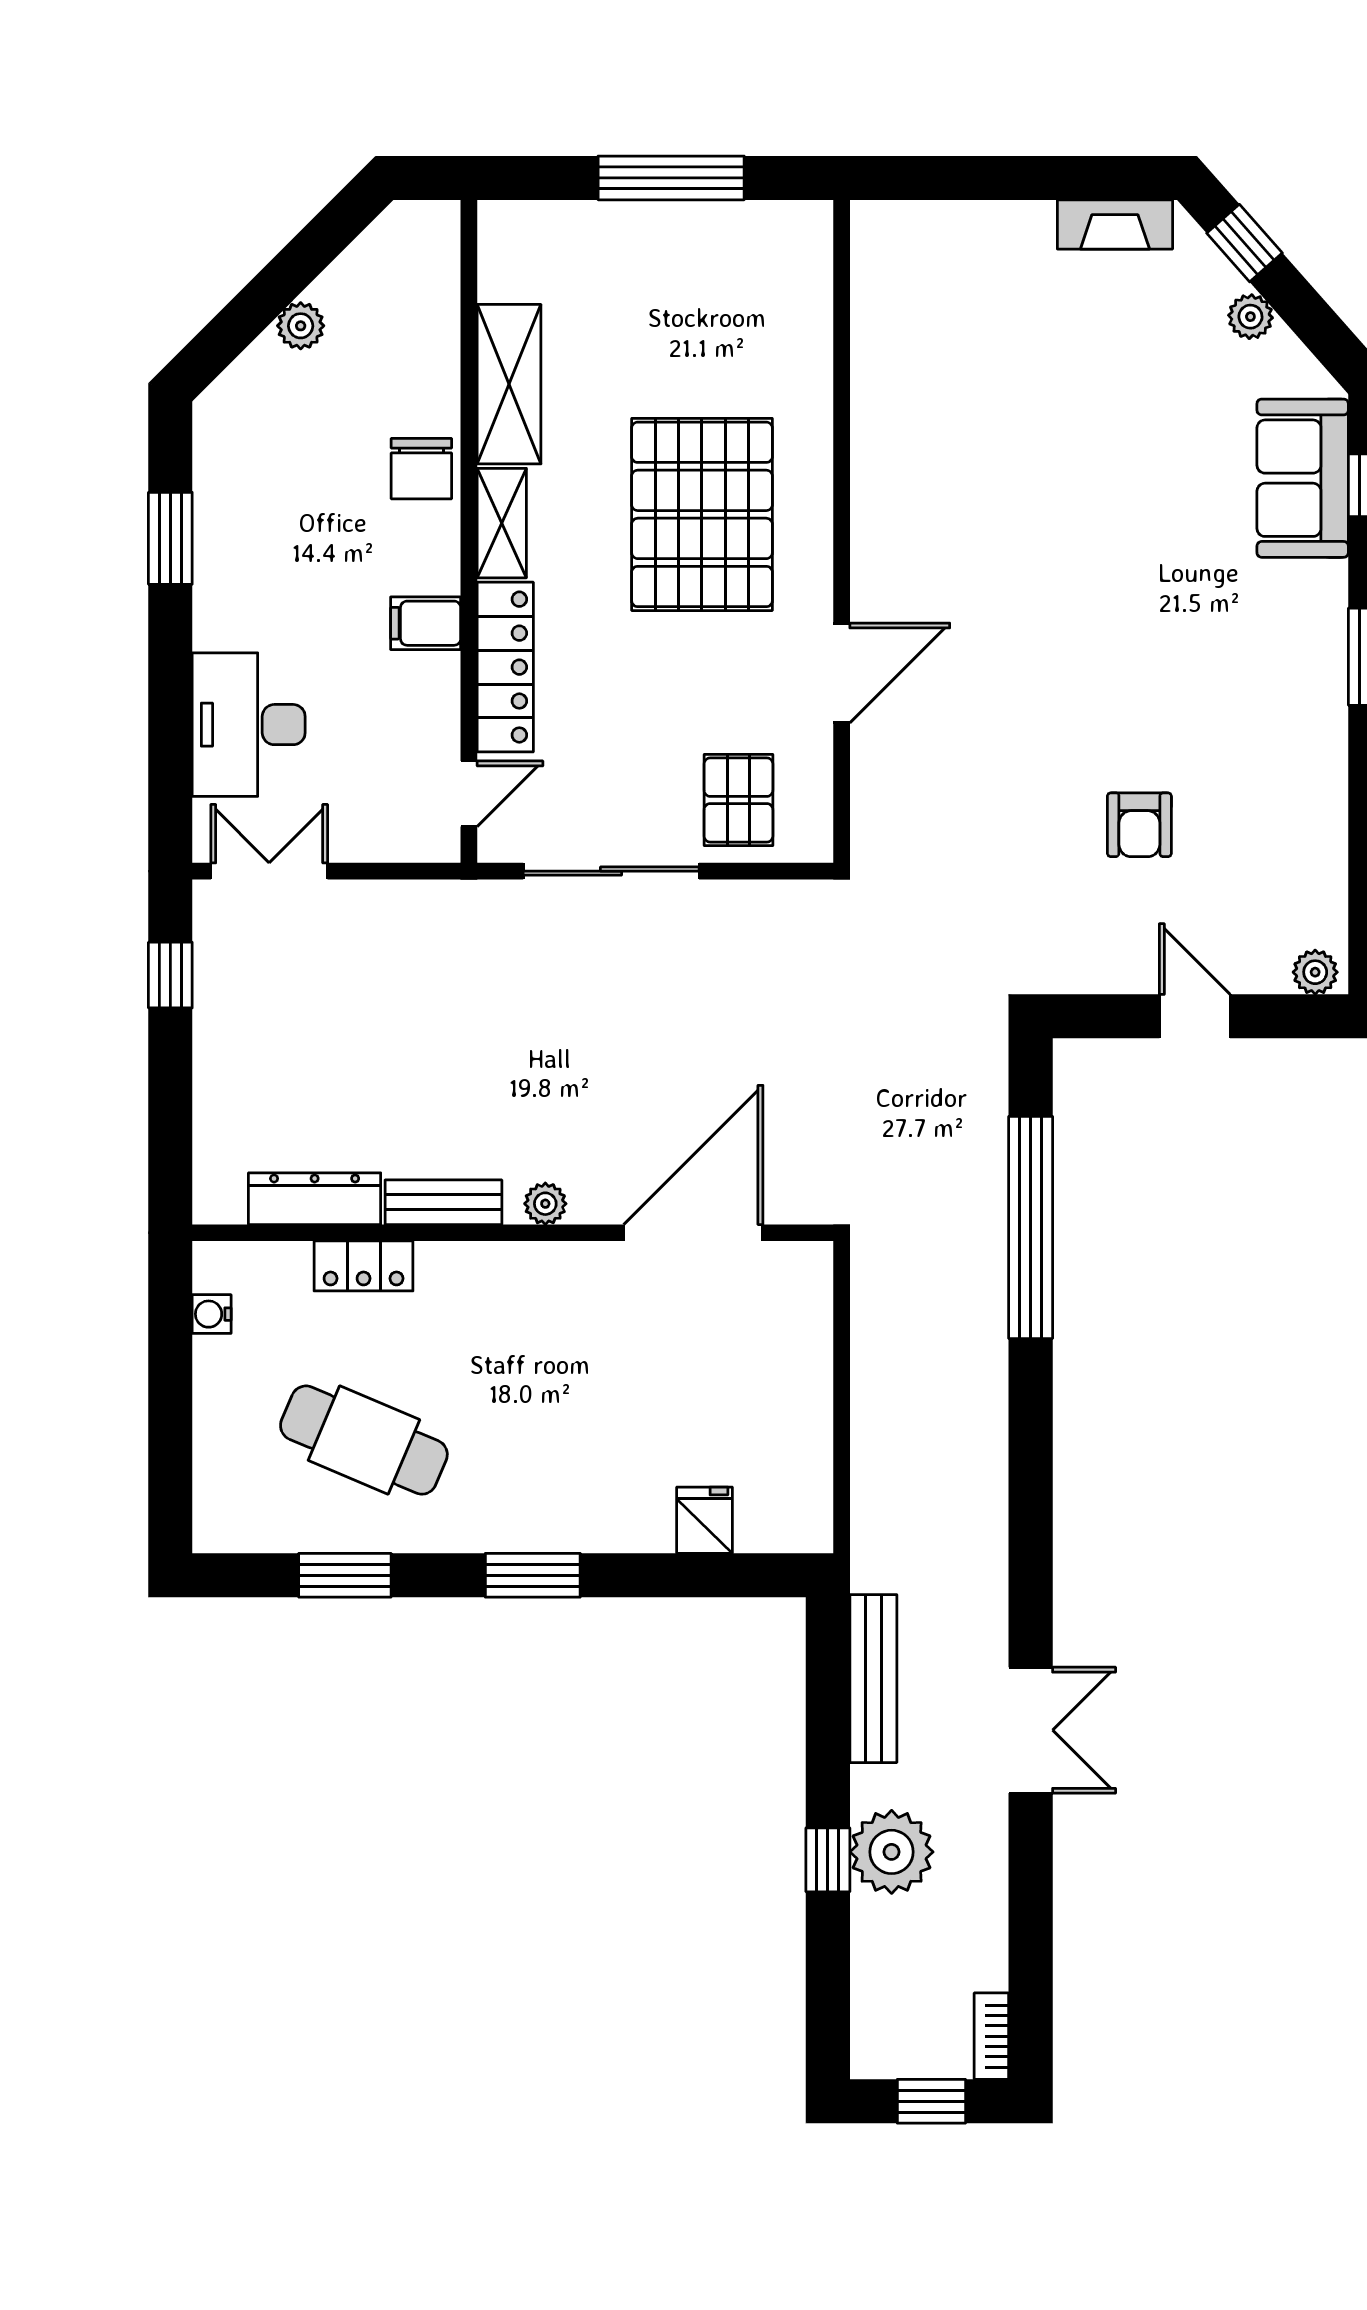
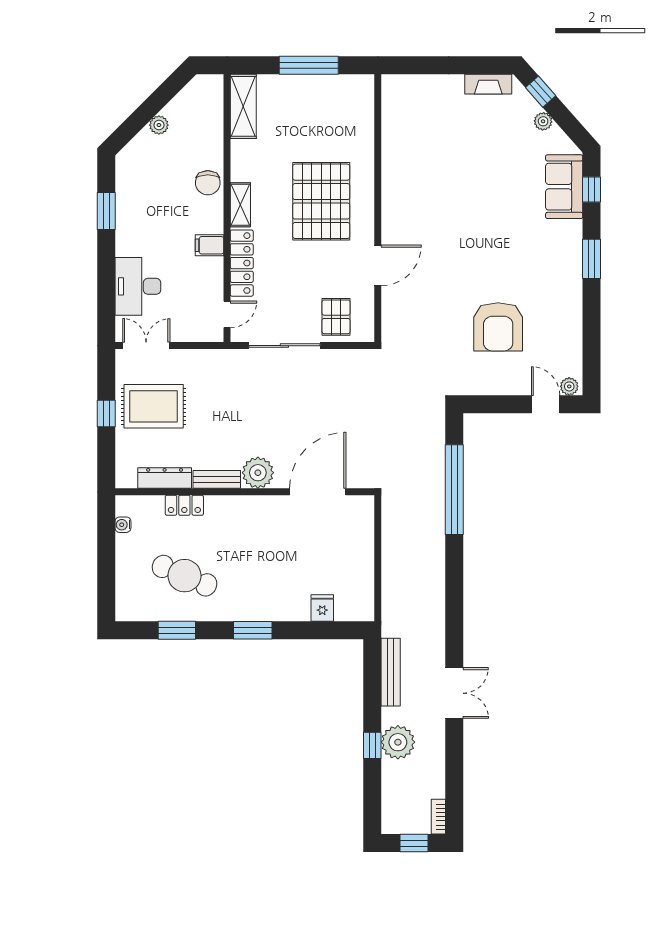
shelving: (509, 384) -> (243, 106), moved
armchair: (1139, 825) -> (498, 327), width x1.88, depth x1.88
window: (170, 975) -> (106, 414), moved
door: (1195, 1016) -> (546, 404), moved
rug: (287, 1021) -> (154, 406), added
plant: (545, 1204) -> (258, 473), width x1.87, depth x1.87

